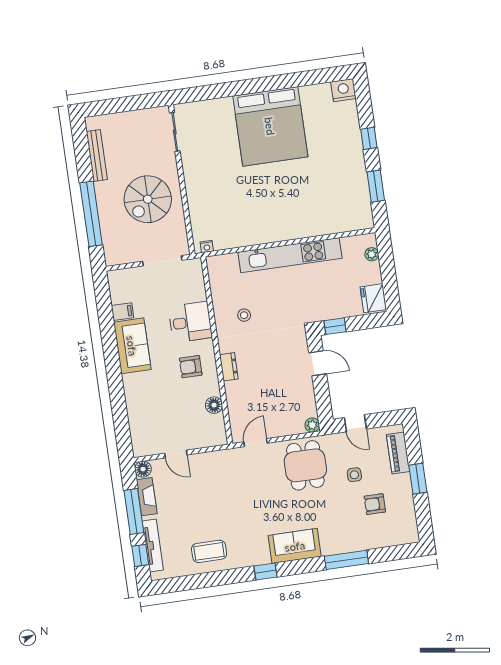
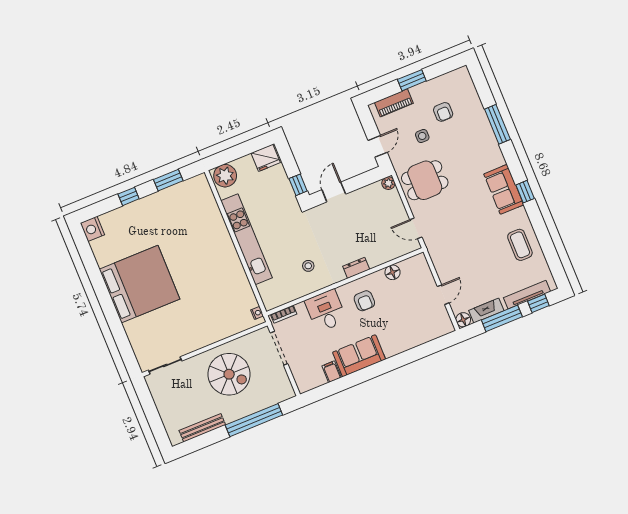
plant: (372, 254) -> (225, 176), width x1.87, depth x1.87
bookcase: (198, 275) -> (284, 314), added
sofa: (295, 546) -> (504, 189), moved

